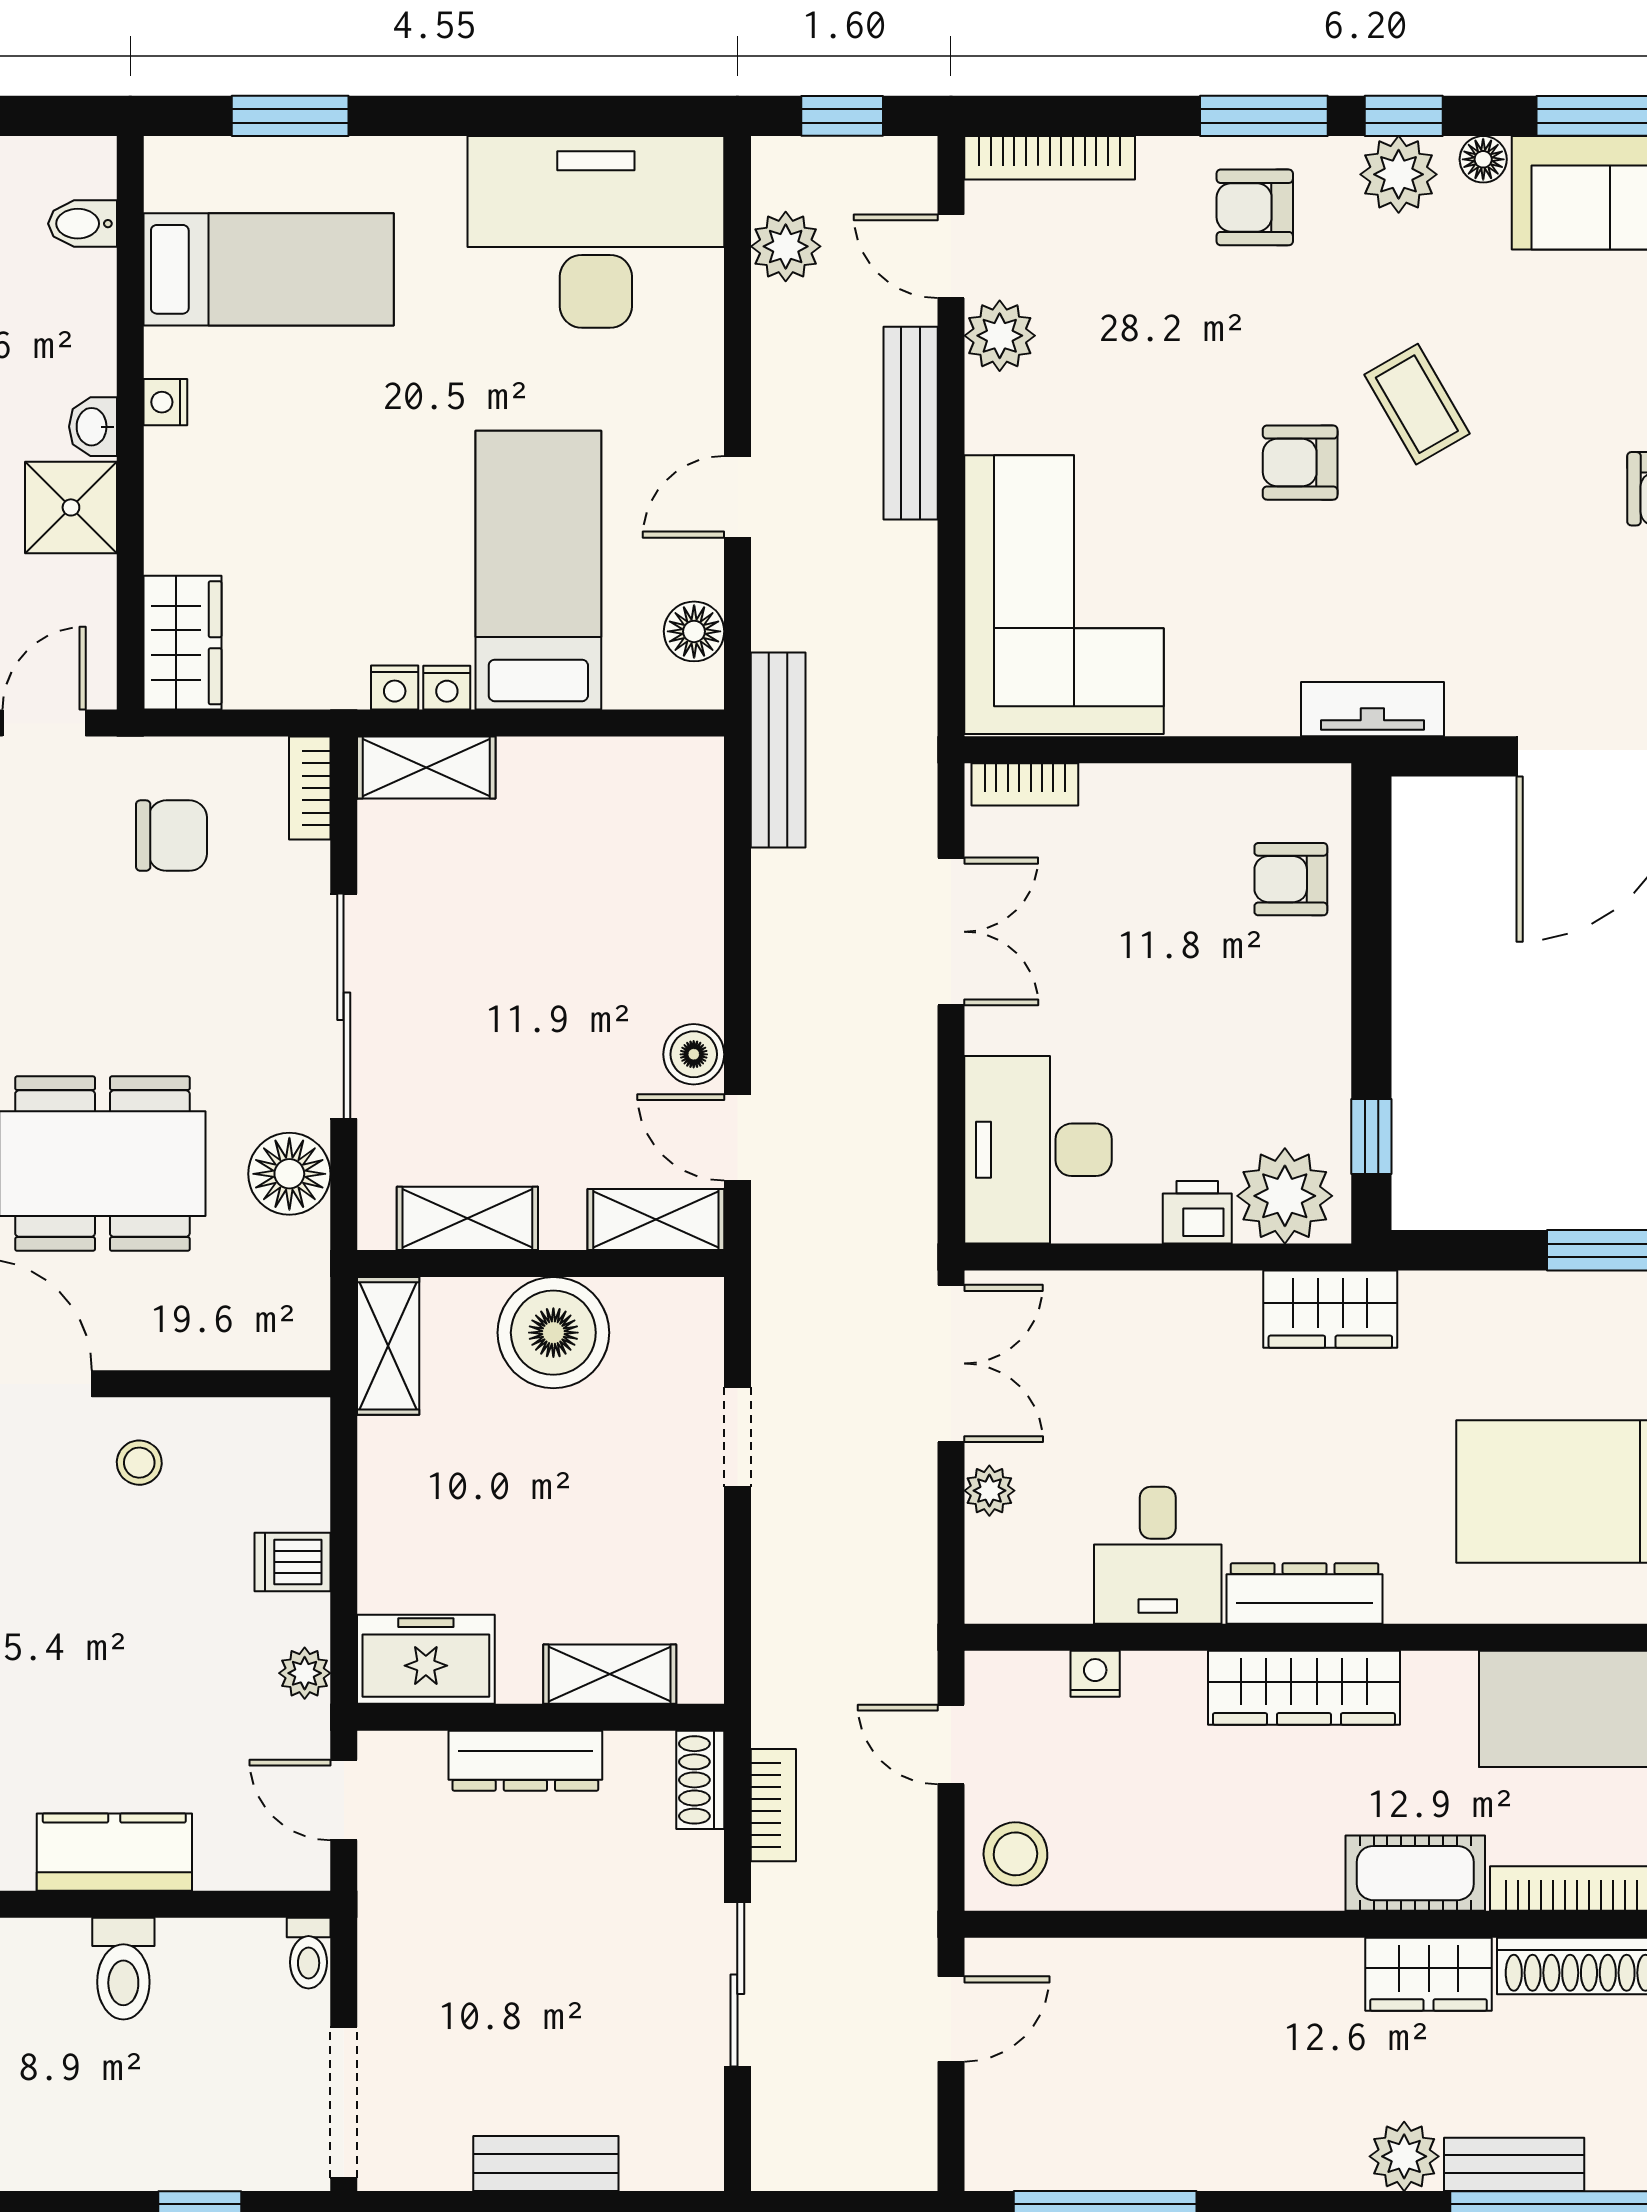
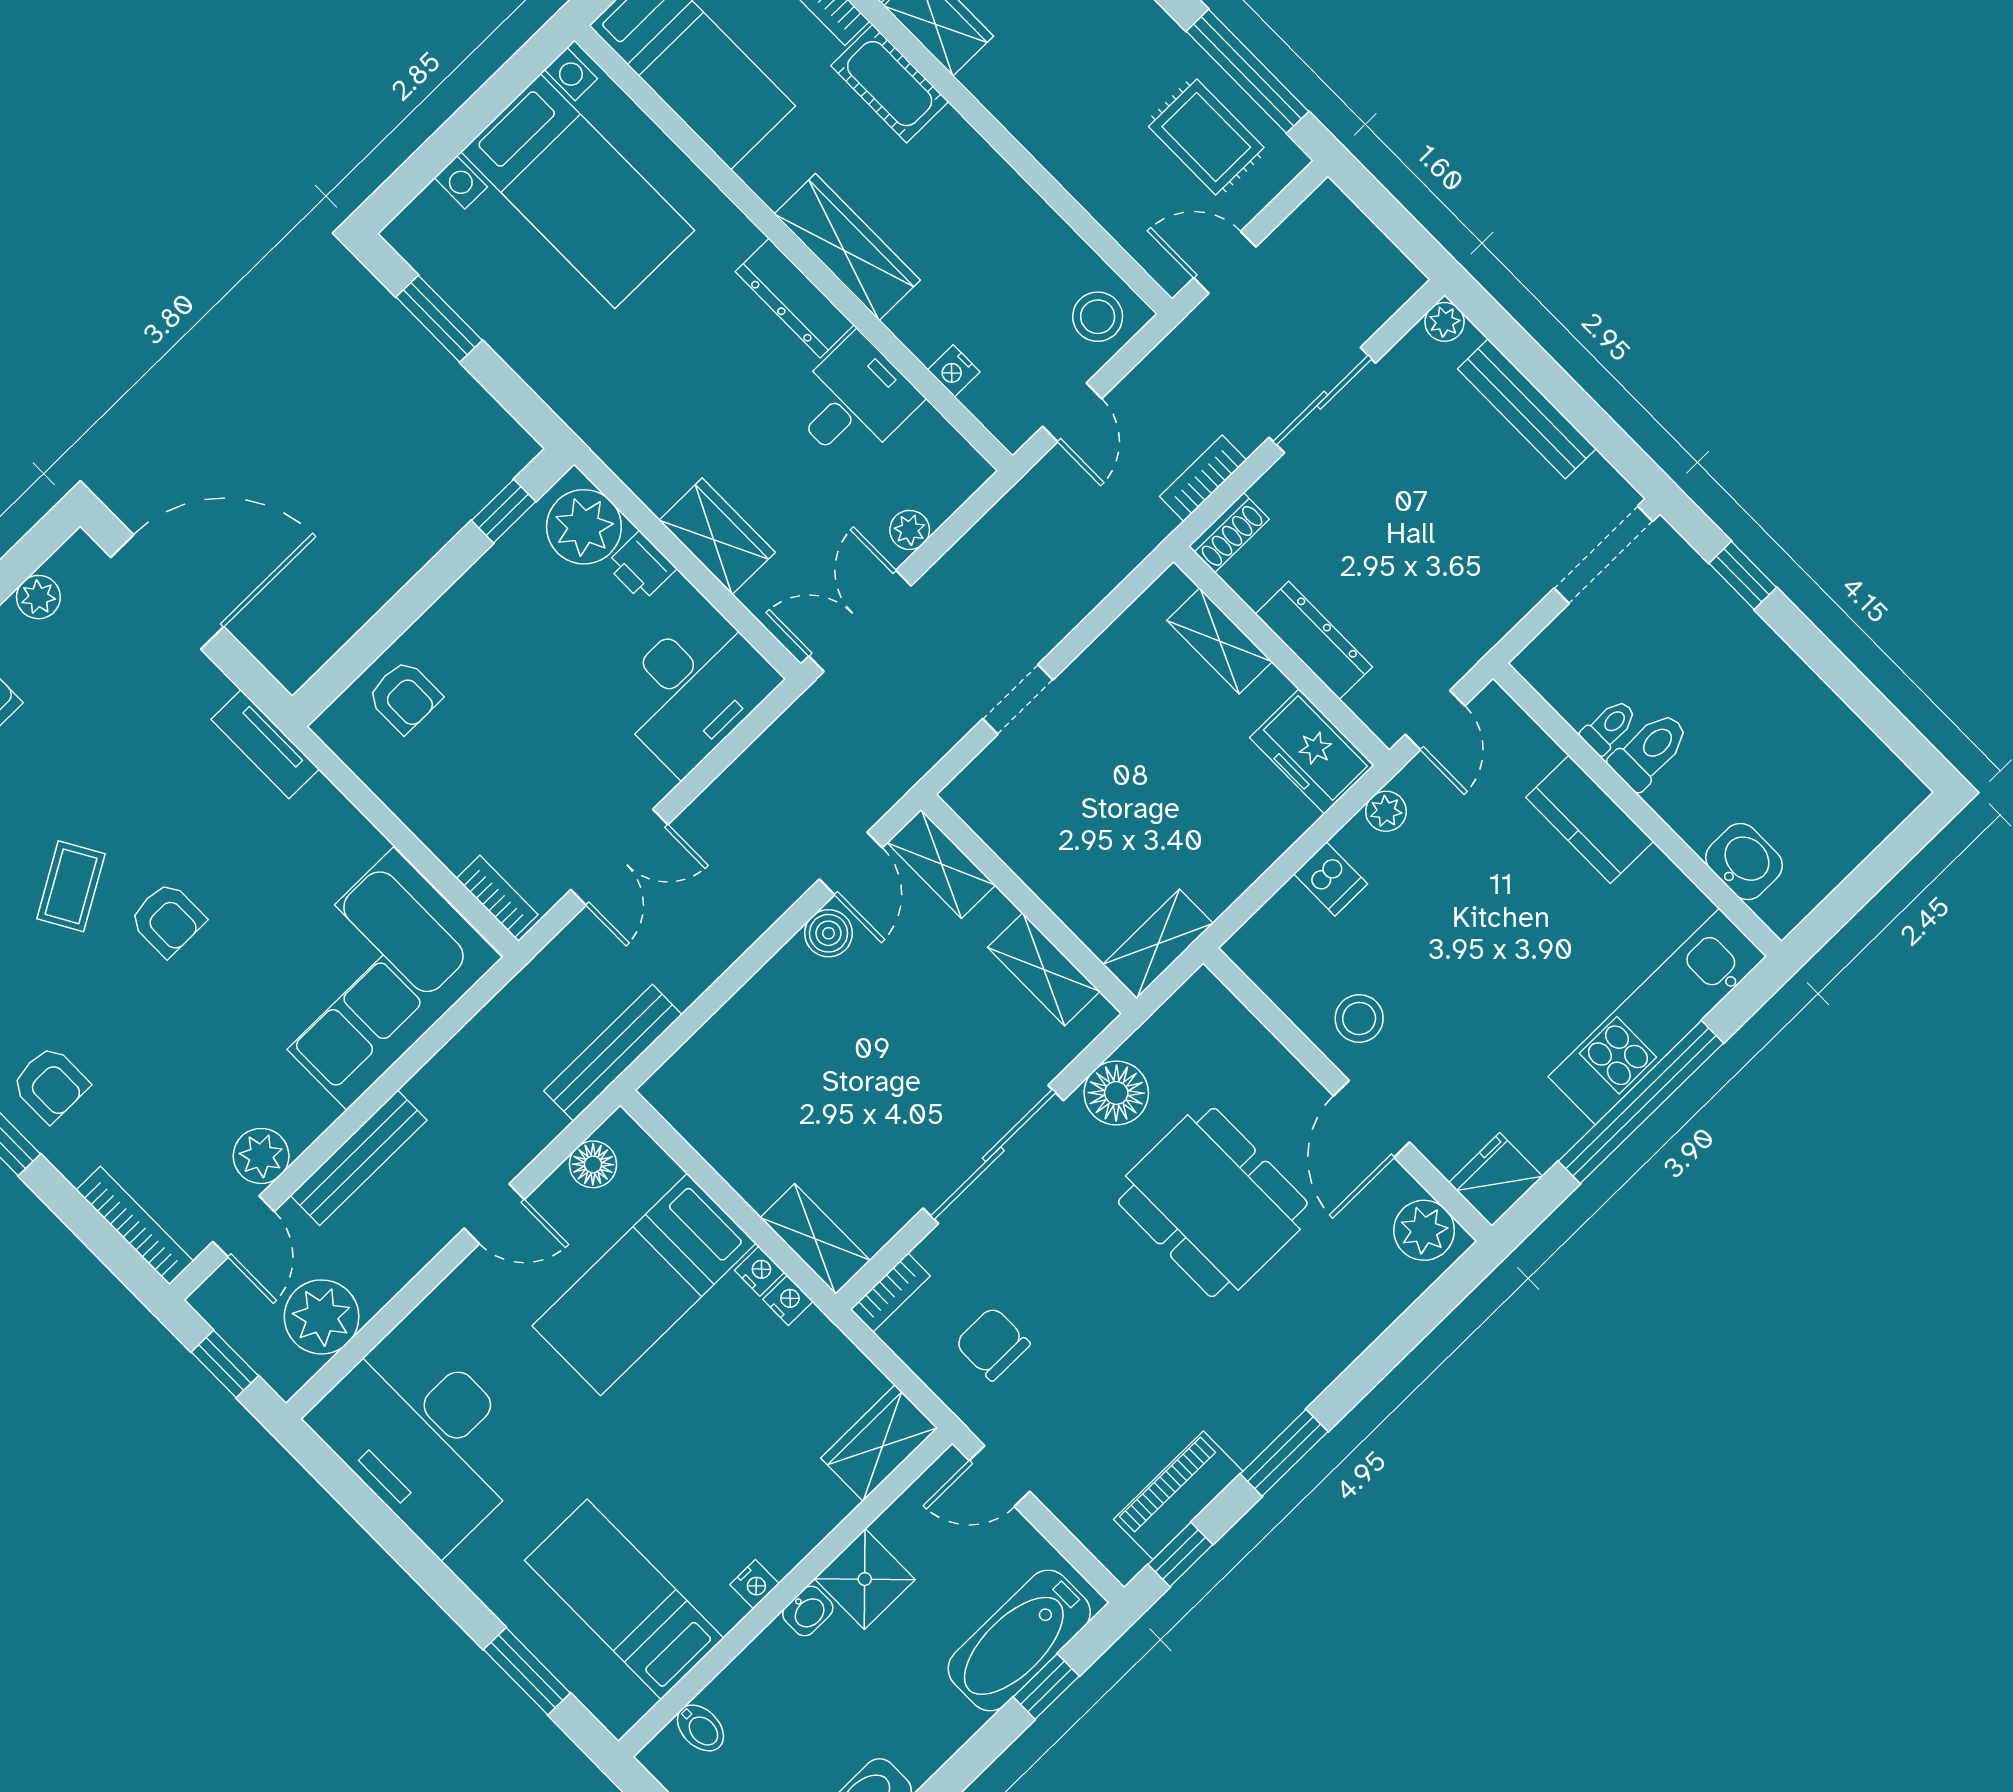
plant: (786, 246) -> (322, 1317), width x1.36, depth x1.36
double door: (951, 932) -> (619, 857), swing flipped
wardrobe: (1330, 1309) -> (717, 536), moved
boiler: (553, 1333) -> (1060, 859), removed
stool: (139, 1463) -> (1359, 1018), width x1.37, depth x1.37
toilet: (309, 1953) -> (1609, 727), moved
rug: (1082, 2114) -> (1206, 137), added
bench: (546, 2163) -> (1527, 409), width x1.36
plant: (699, 2166) -> (1445, 322), added

